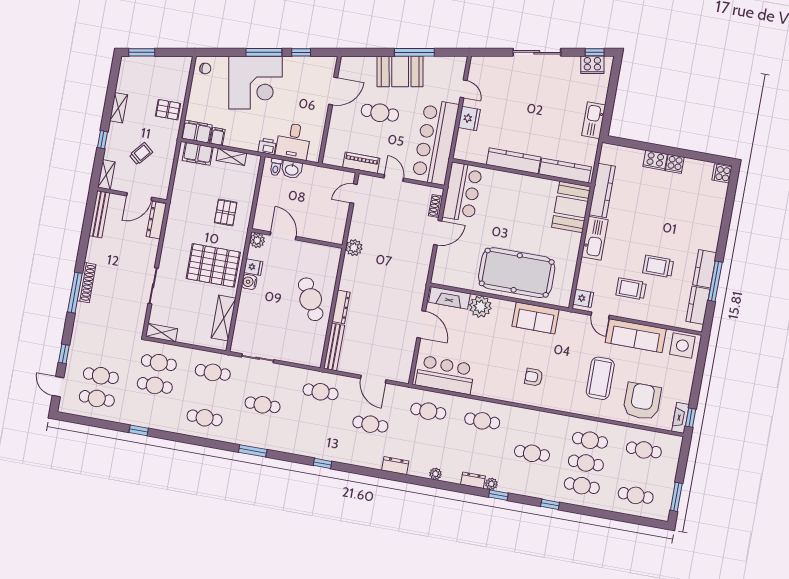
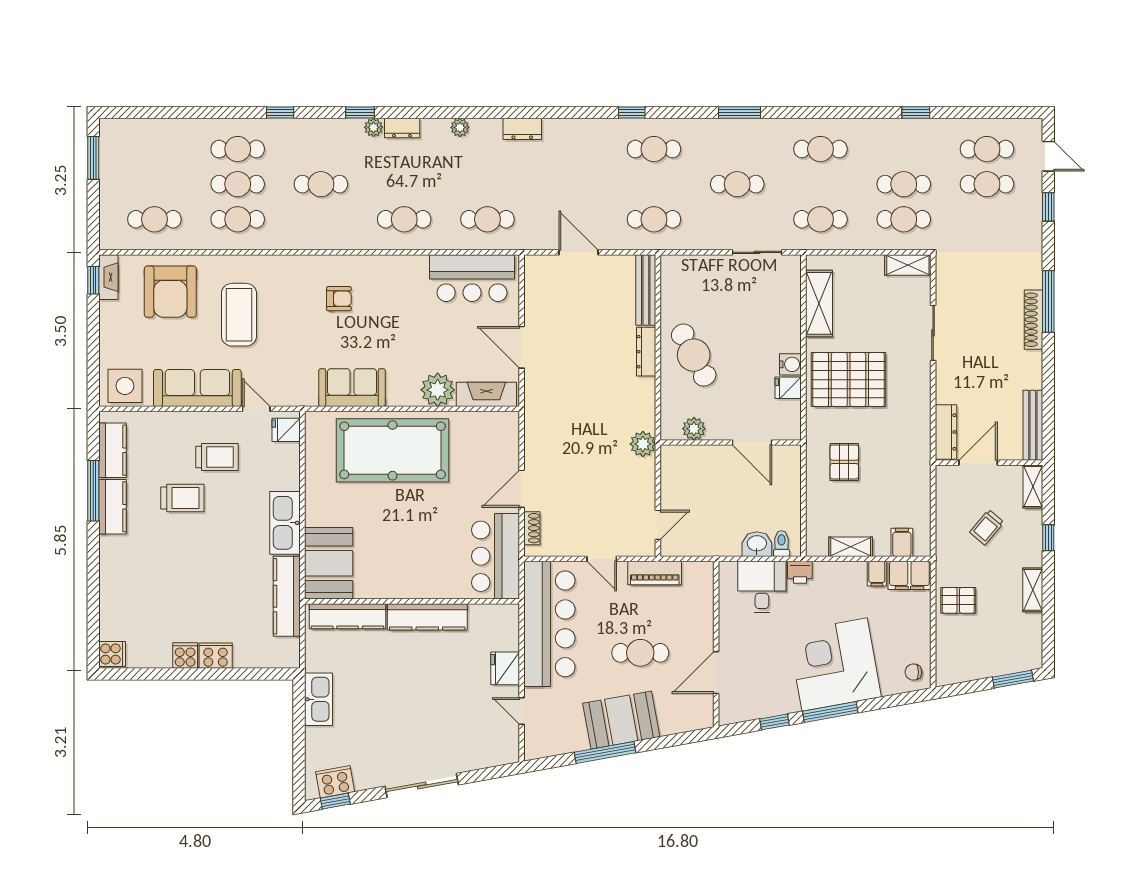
filing cabinet: (198, 154) -> (902, 542), width x0.50
plant: (257, 240) -> (694, 429), moved
cafe table: (370, 424) -> (654, 149), moved
cafe table: (636, 495) -> (154, 149), removed

